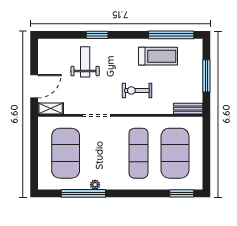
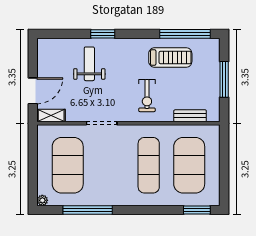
exercise bike: (137, 90) -> (147, 96), turned -90
bench: (188, 109) -> (190, 116), moved
plant: (95, 185) -> (42, 200), moved

